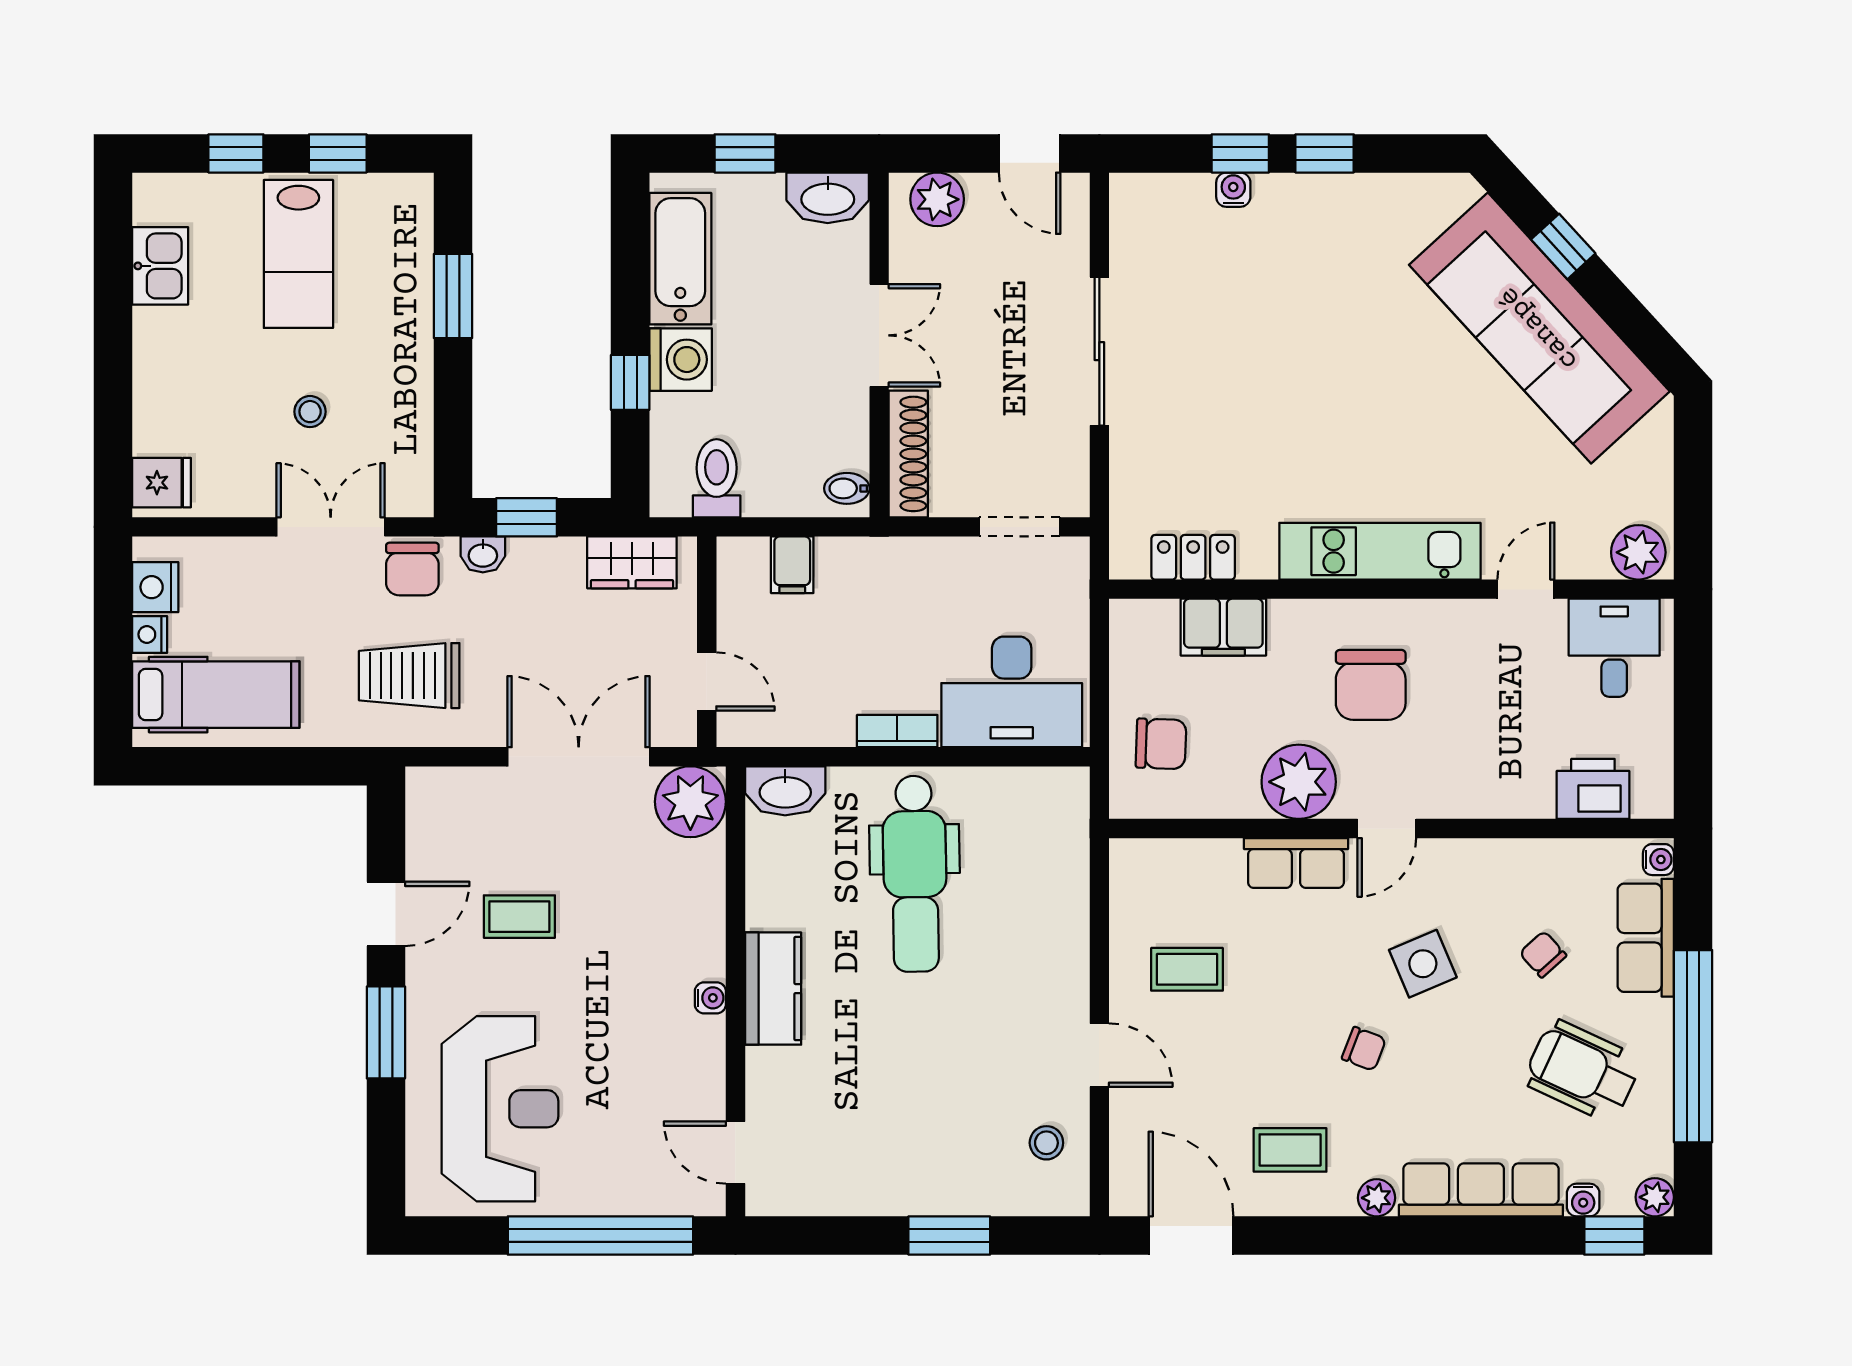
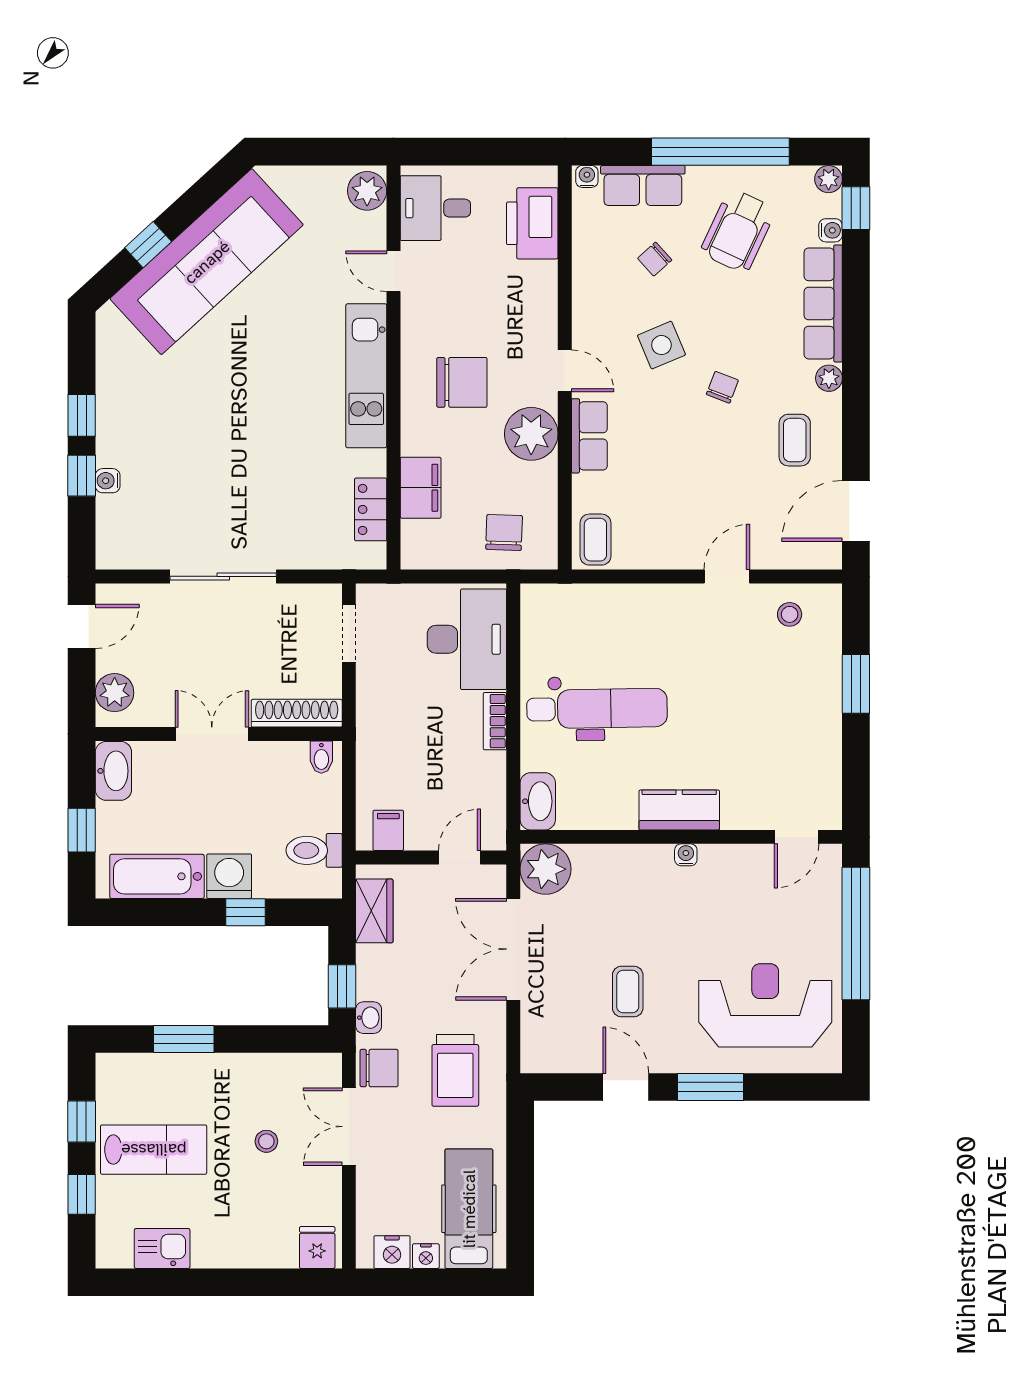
filing cabinet: (792, 565) -> (388, 830), moved, turned -90
printer: (1593, 789) -> (532, 223), width x1.37, depth x1.19
coffee table: (1187, 969) -> (595, 540), moved

